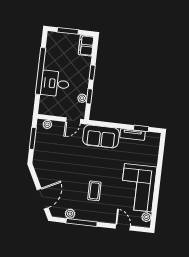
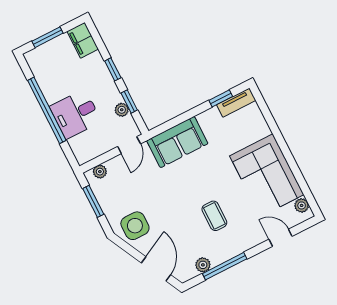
tv unit: (132, 134) -> (236, 103), moved
side table: (47, 167) -> (135, 226), added

